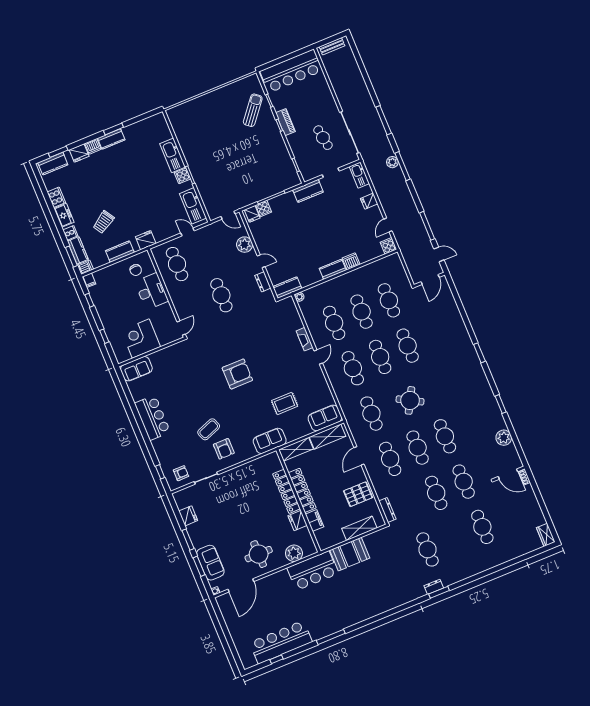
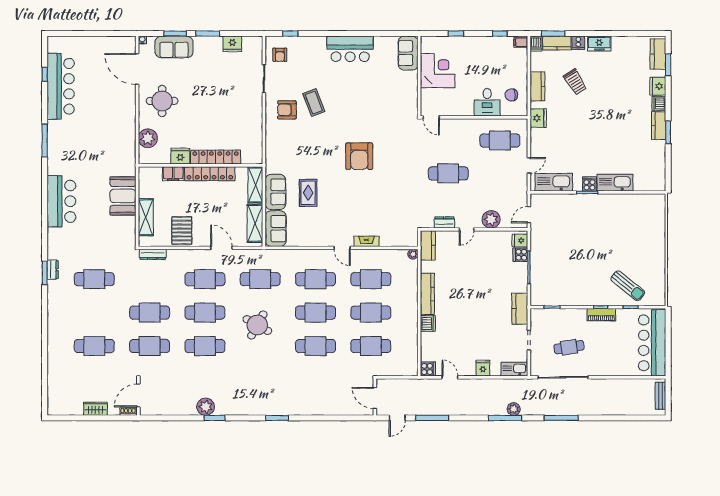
cooker: (56, 197) -> (621, 43), removed
trolley: (103, 222) -> (575, 82), turned 180
kitchen counter: (333, 269) -> (427, 294), width x1.50
desk: (151, 291) -> (487, 102), width x0.73
plant: (504, 438) -> (206, 407), moved
sofa: (270, 441) -> (275, 192), moved
wardrobe: (546, 535) -> (96, 409), moved
bar counter: (313, 571) -> (61, 201), moved, turned 180

